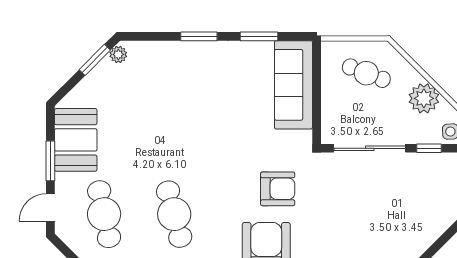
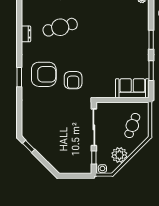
sofa: (293, 85) -> (132, 88), width x0.73

